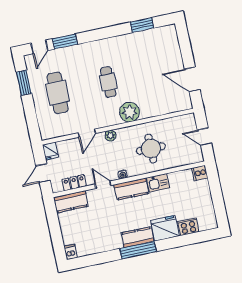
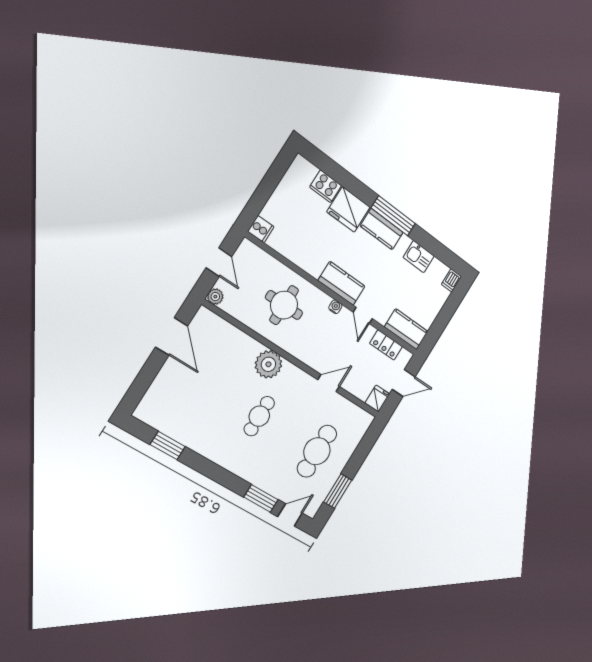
plant: (110, 136) -> (215, 297), moved
kitchen sink: (158, 183) -> (419, 257), moved, turned 180

